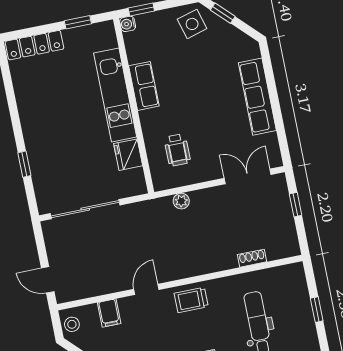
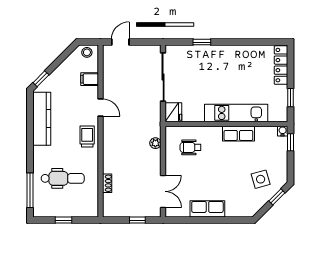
side table: (192, 24) -> (261, 179), moved
row of seats: (257, 97) -> (207, 209), width x0.68
fridge: (128, 155) -> (173, 112), moved, turned 90

